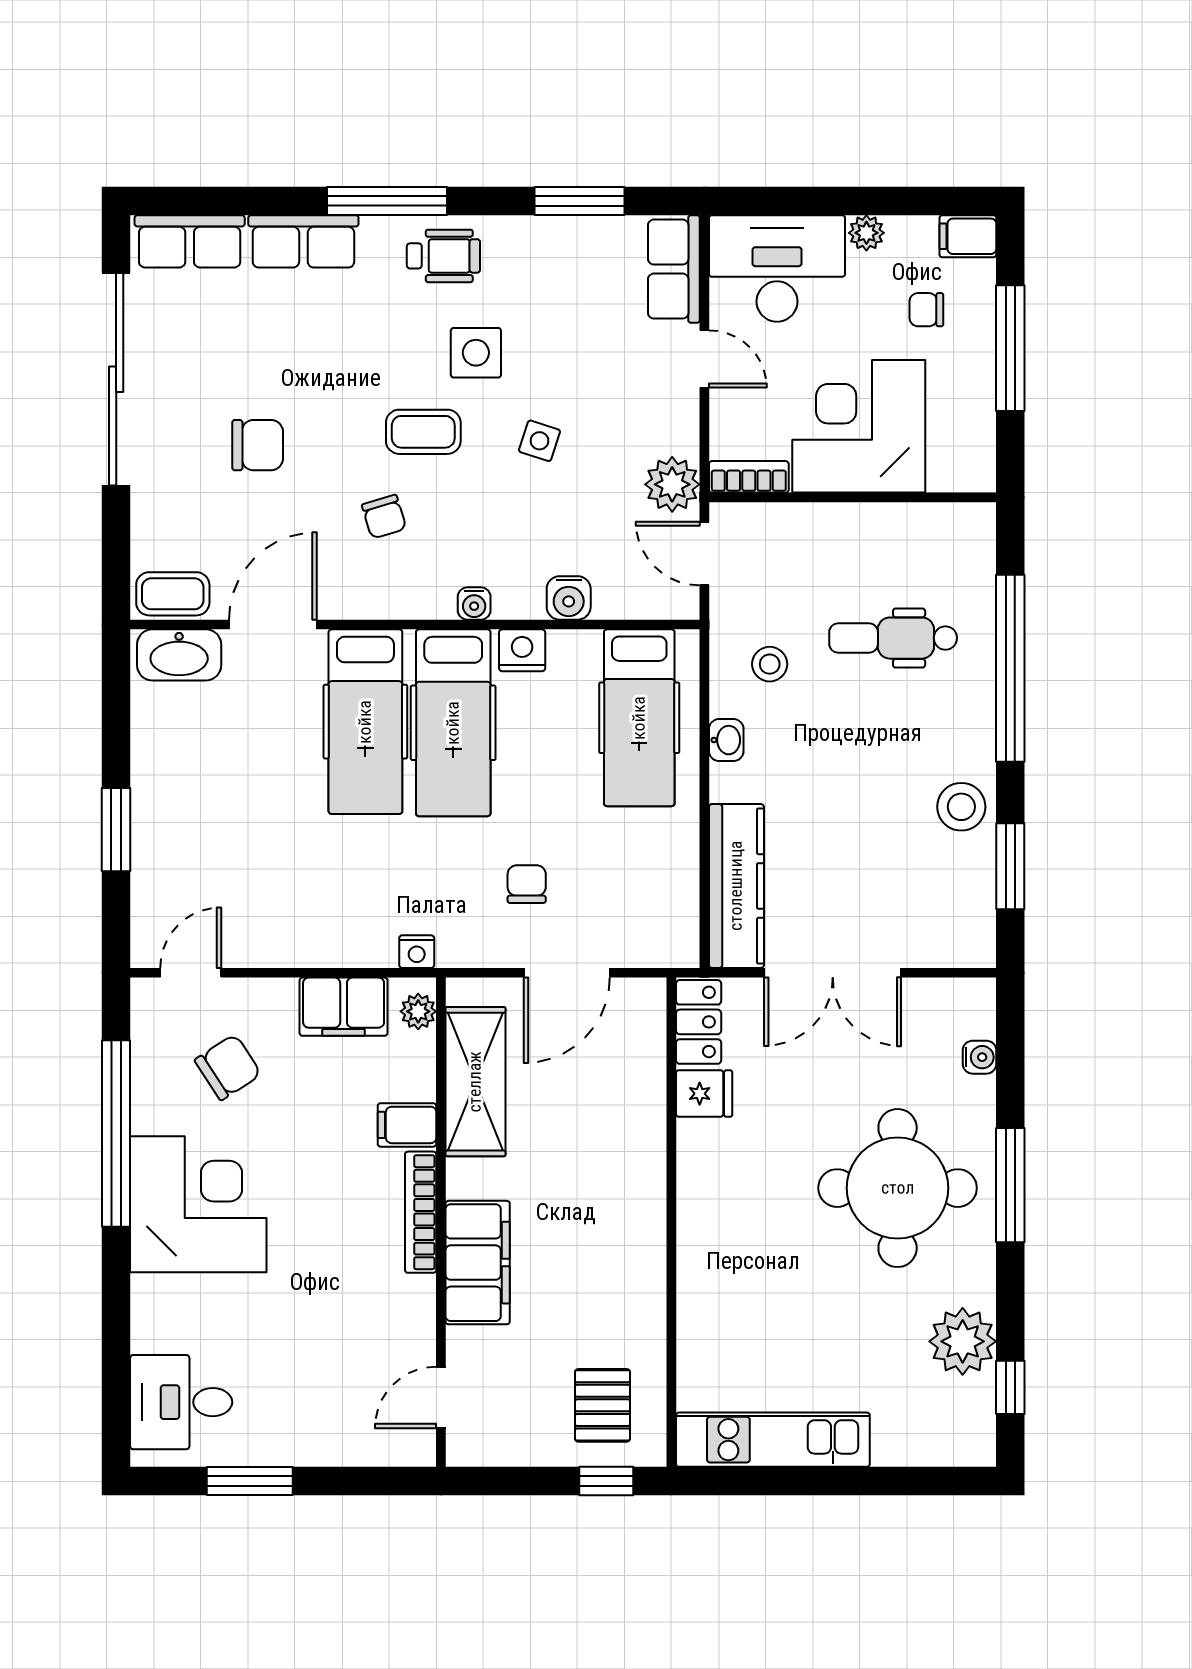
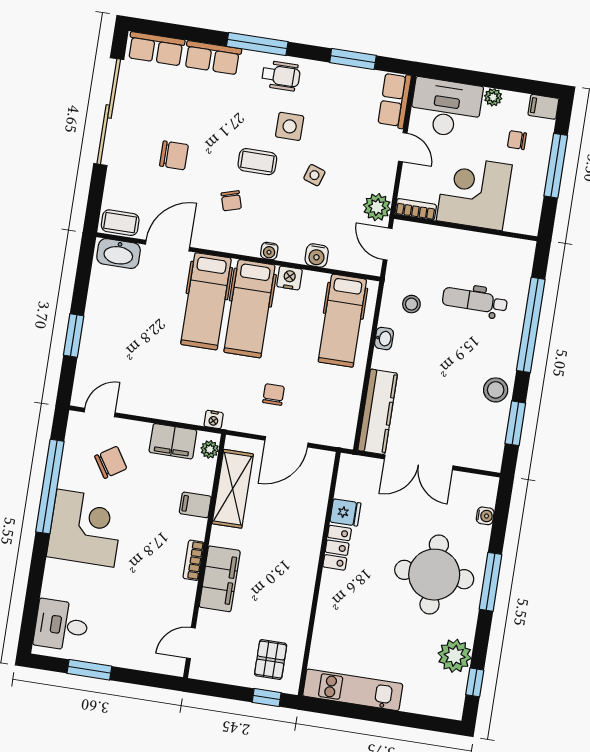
locker: (699, 1022) -> (337, 548), moved
bookcase: (421, 1212) -> (194, 560), width x0.64

